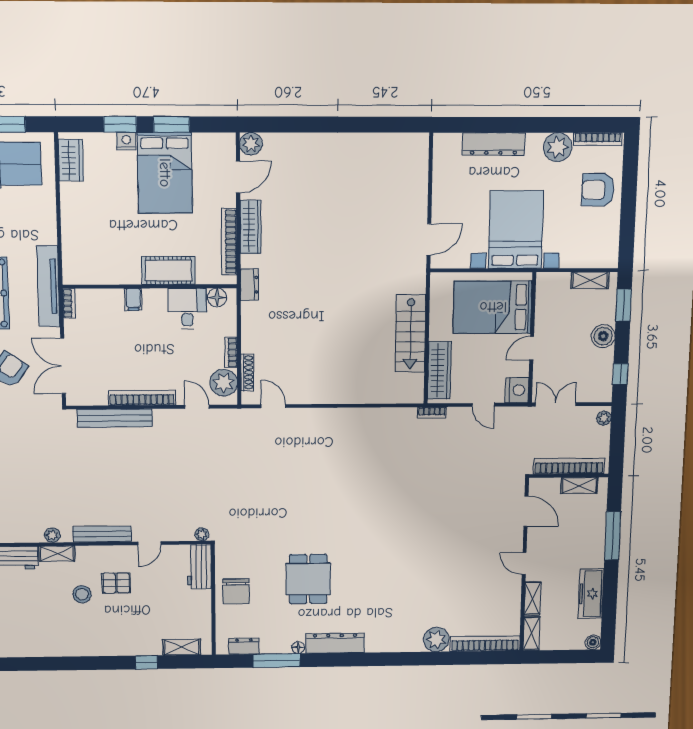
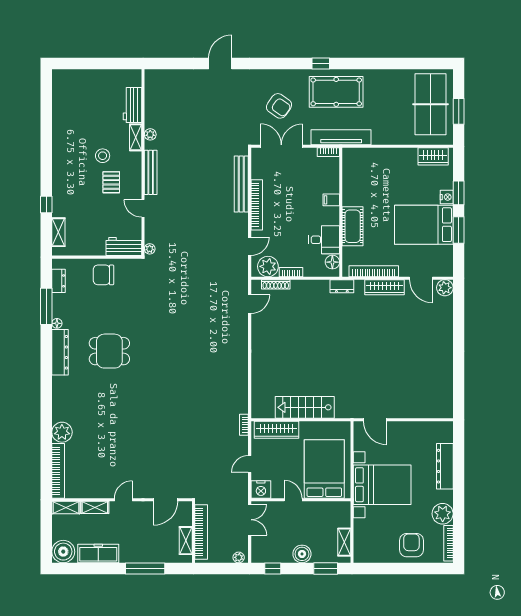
dining table: (308, 579) -> (109, 351), moved
boiler: (593, 642) -> (63, 552), width x1.86, depth x1.86

